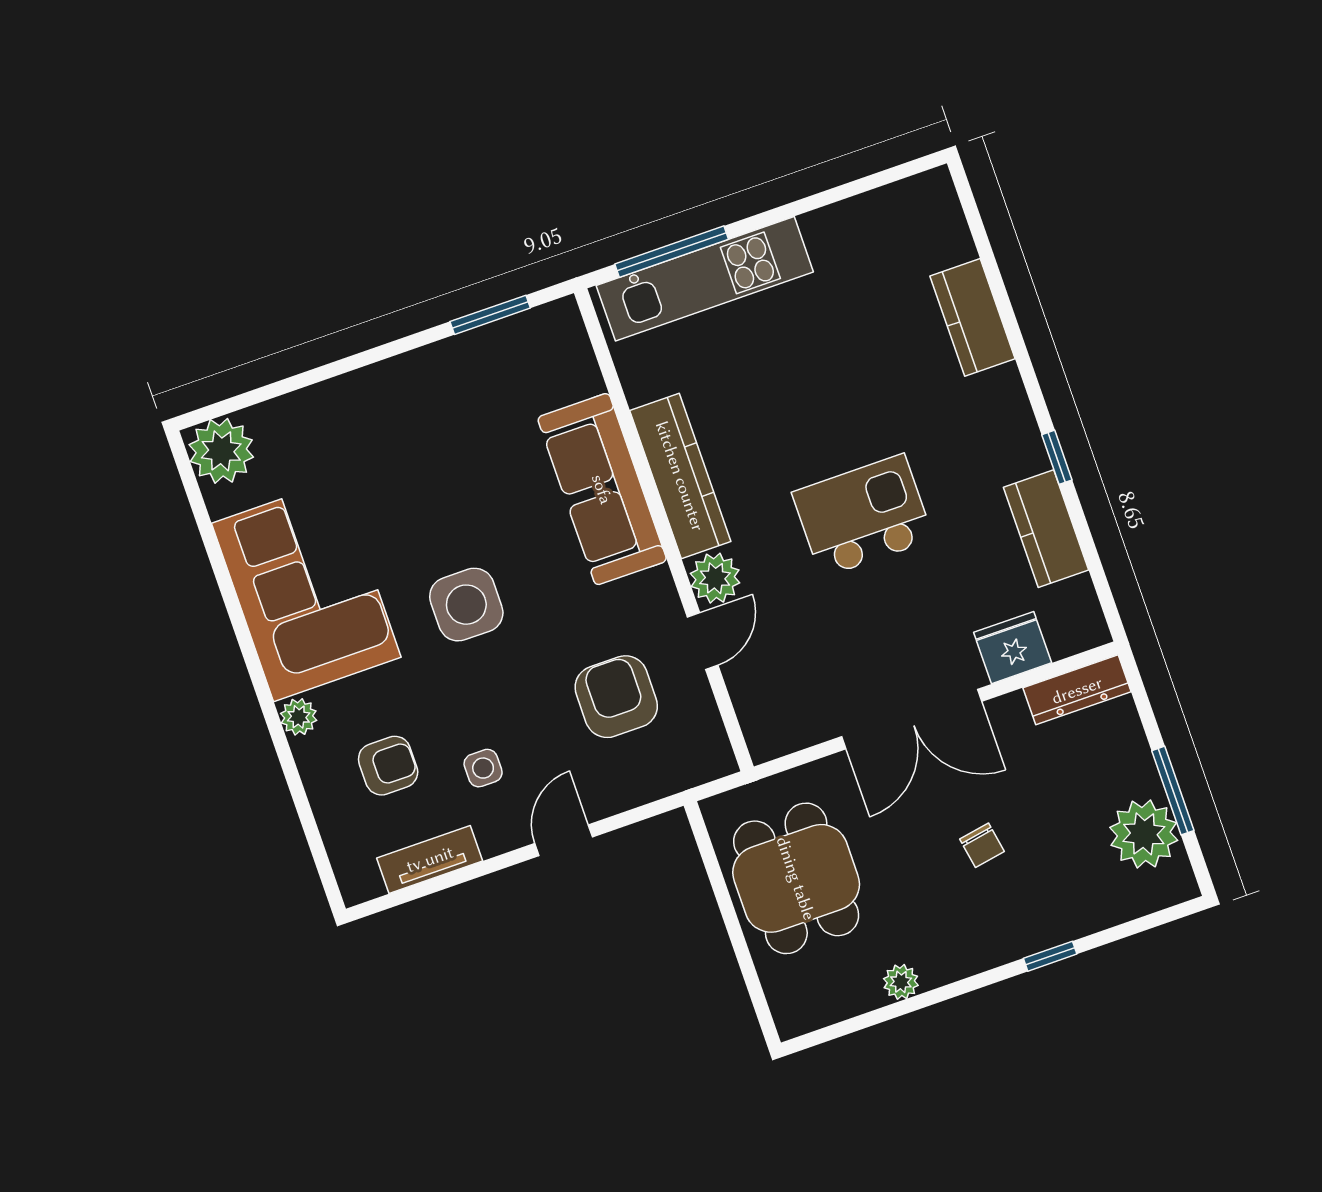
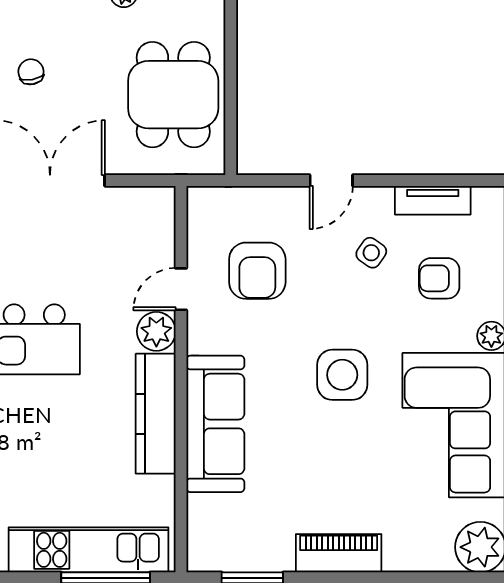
piano: (394, 382) -> (339, 553), added
side table: (483, 768) -> (371, 253), turned 35

